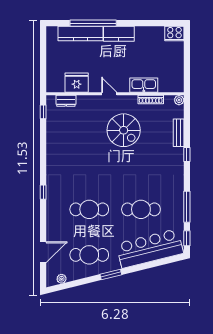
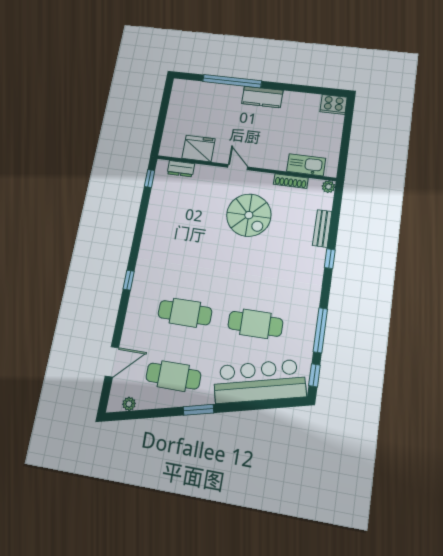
kitchen counter: (81, 34) -> (214, 91), removed
kitchen sink: (144, 85) -> (306, 165), moved

